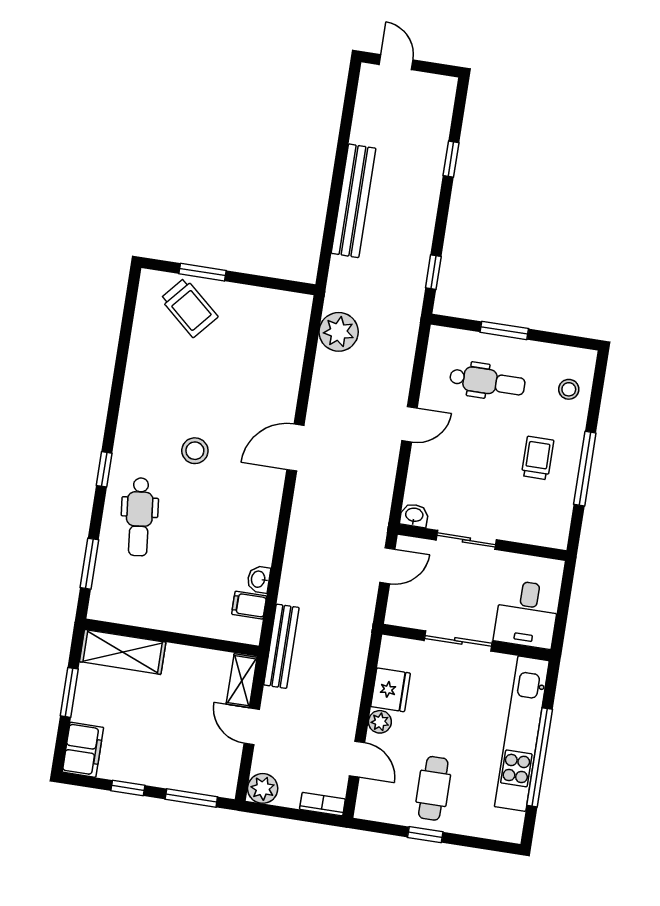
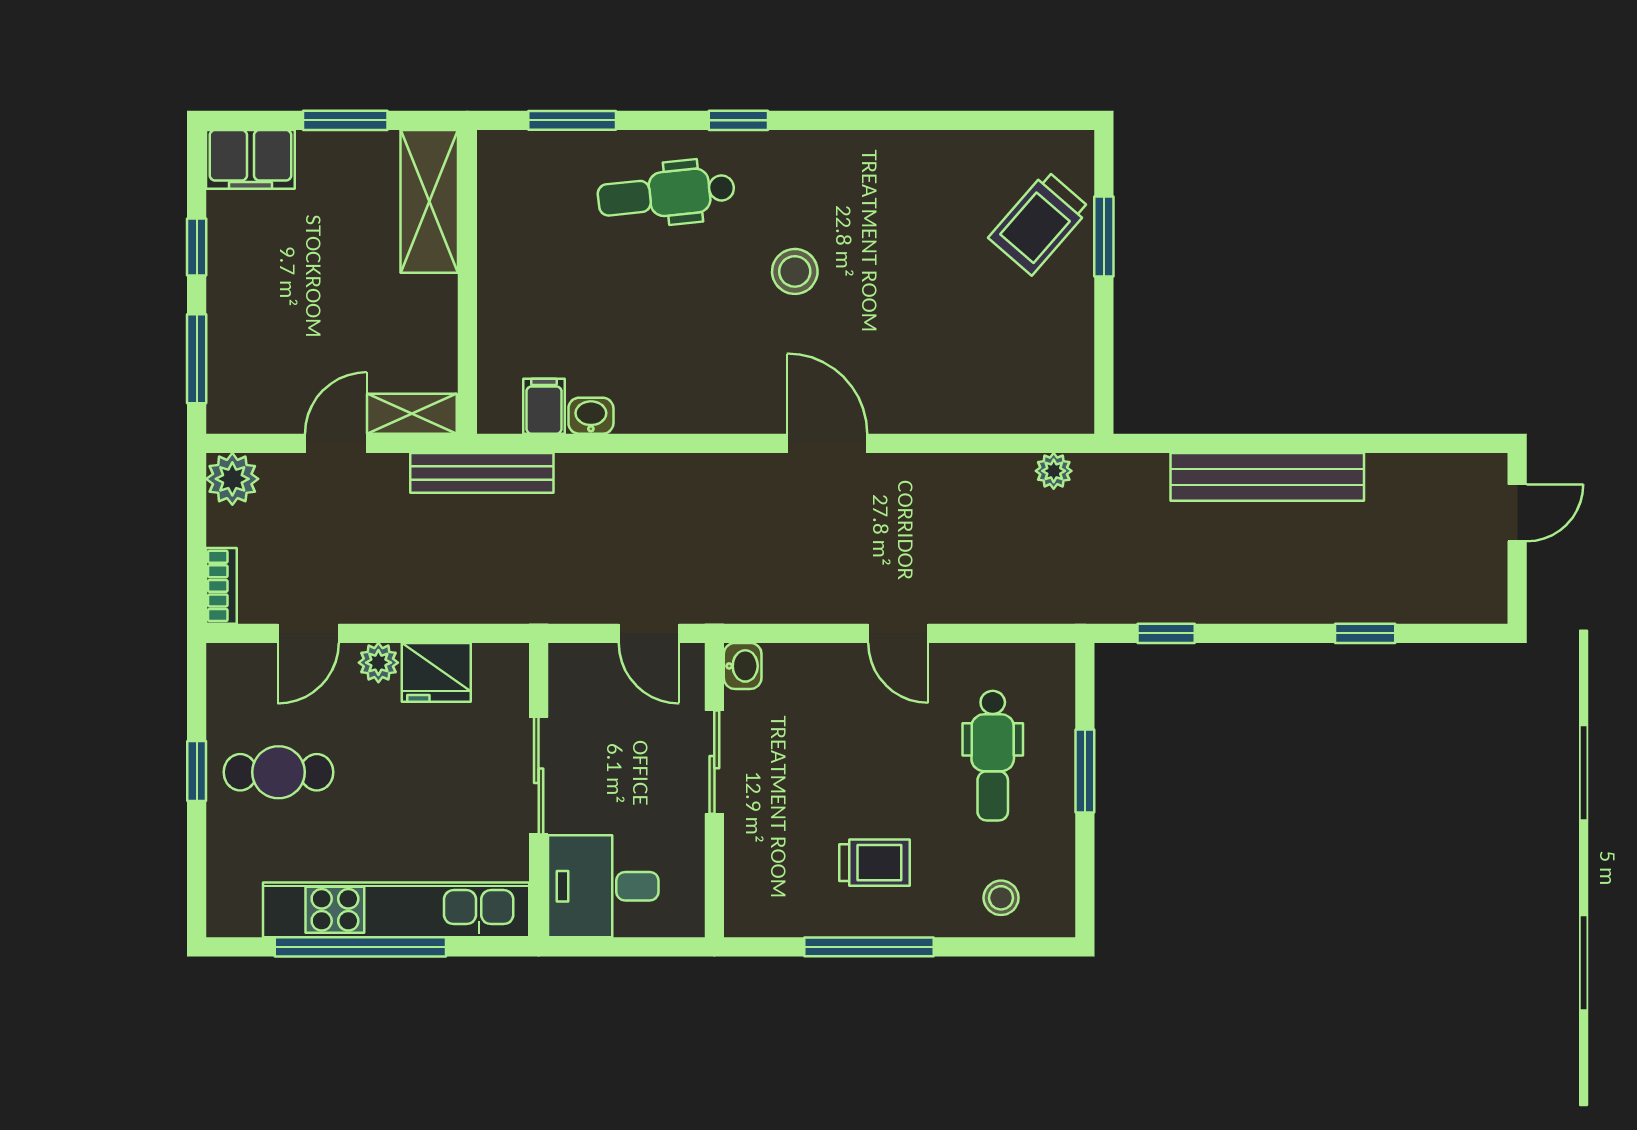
plant: (339, 332) -> (1054, 471), width x0.53, depth x0.53

